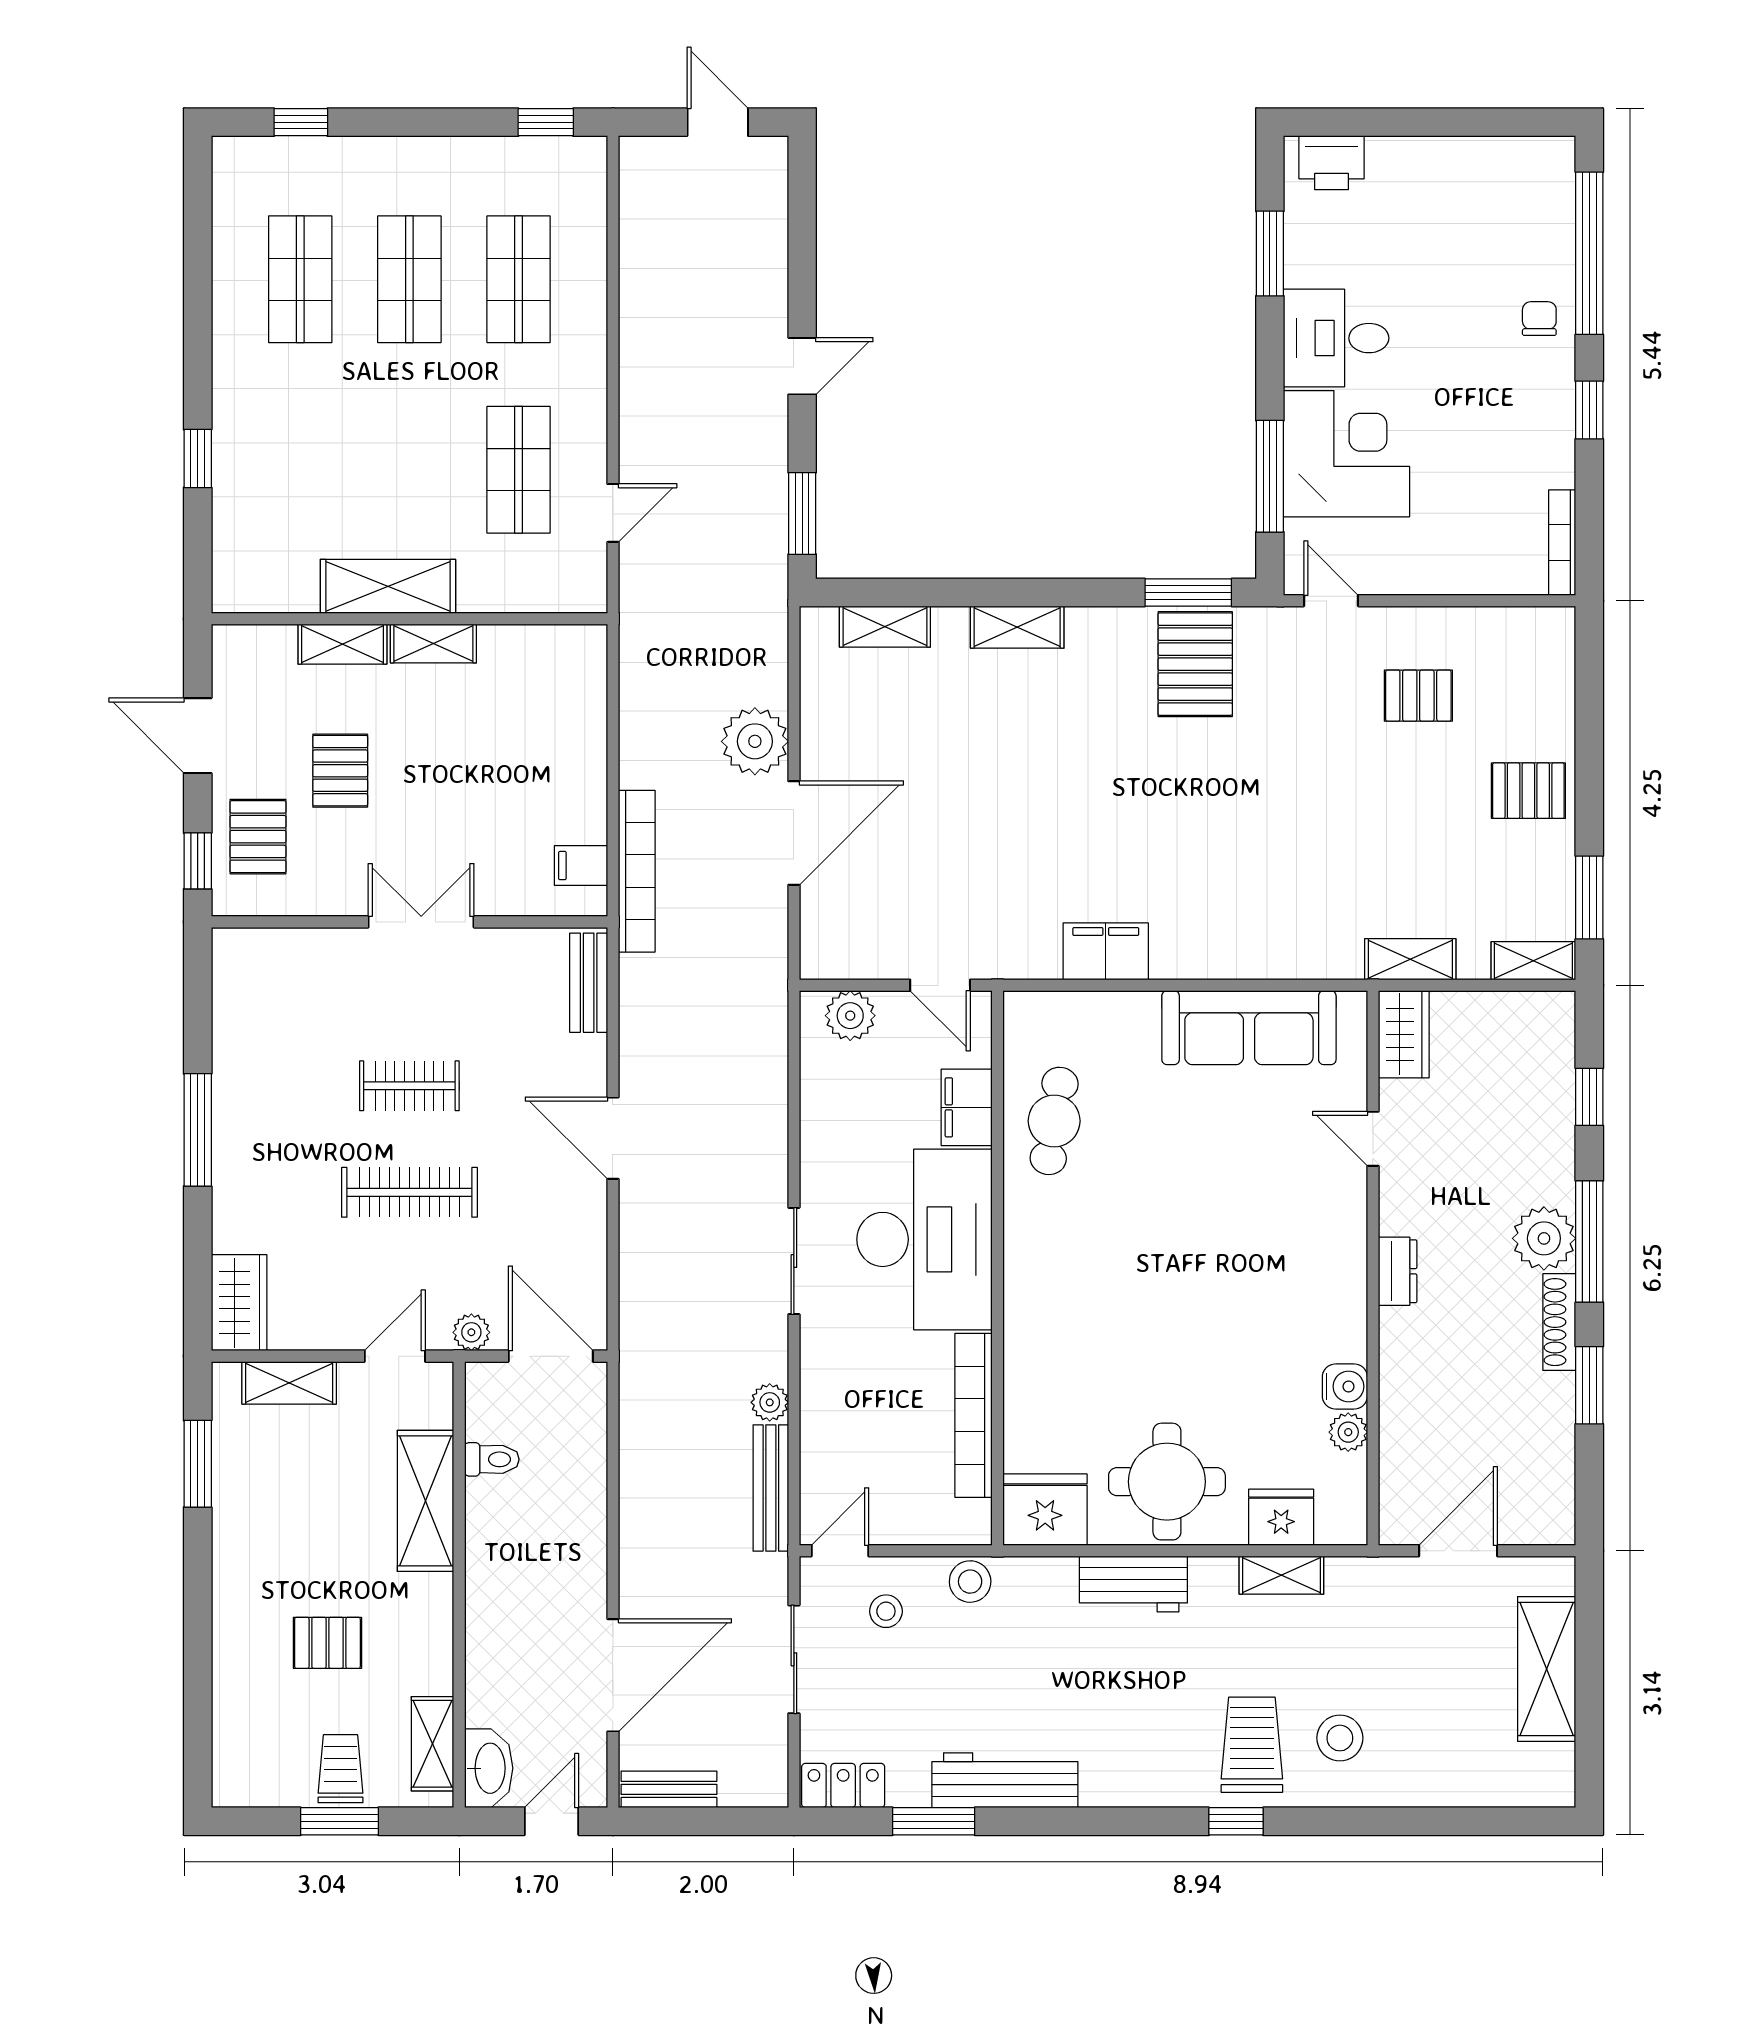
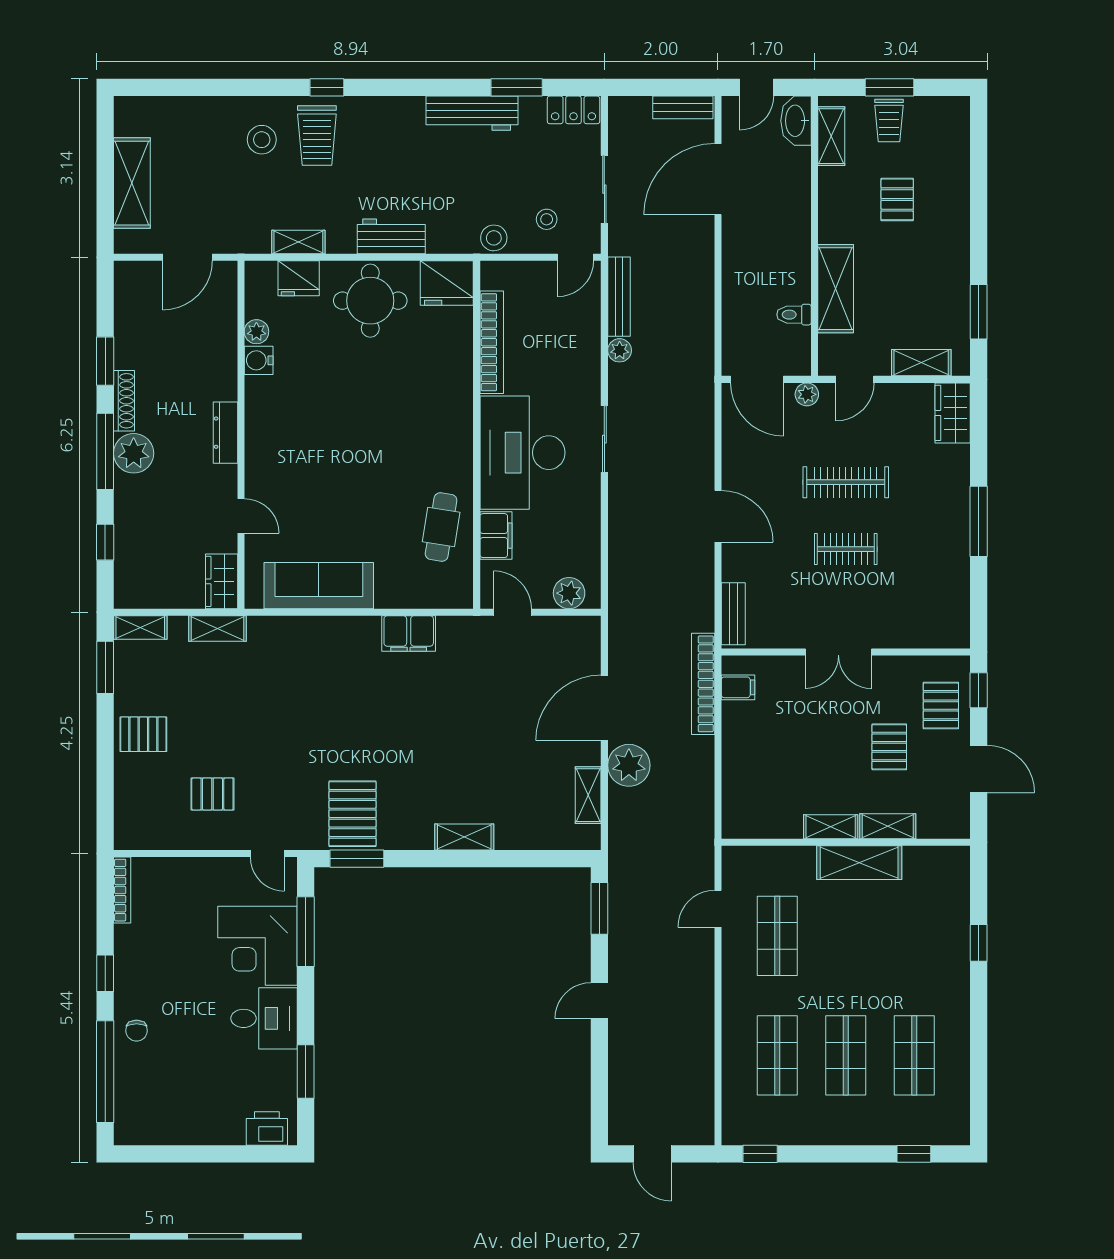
shelving: (885, 627) -> (588, 795), moved, turned 90
dresser: (1398, 1271) -> (225, 433), width x1.44
pallet: (327, 1643) -> (897, 199), turned 90

